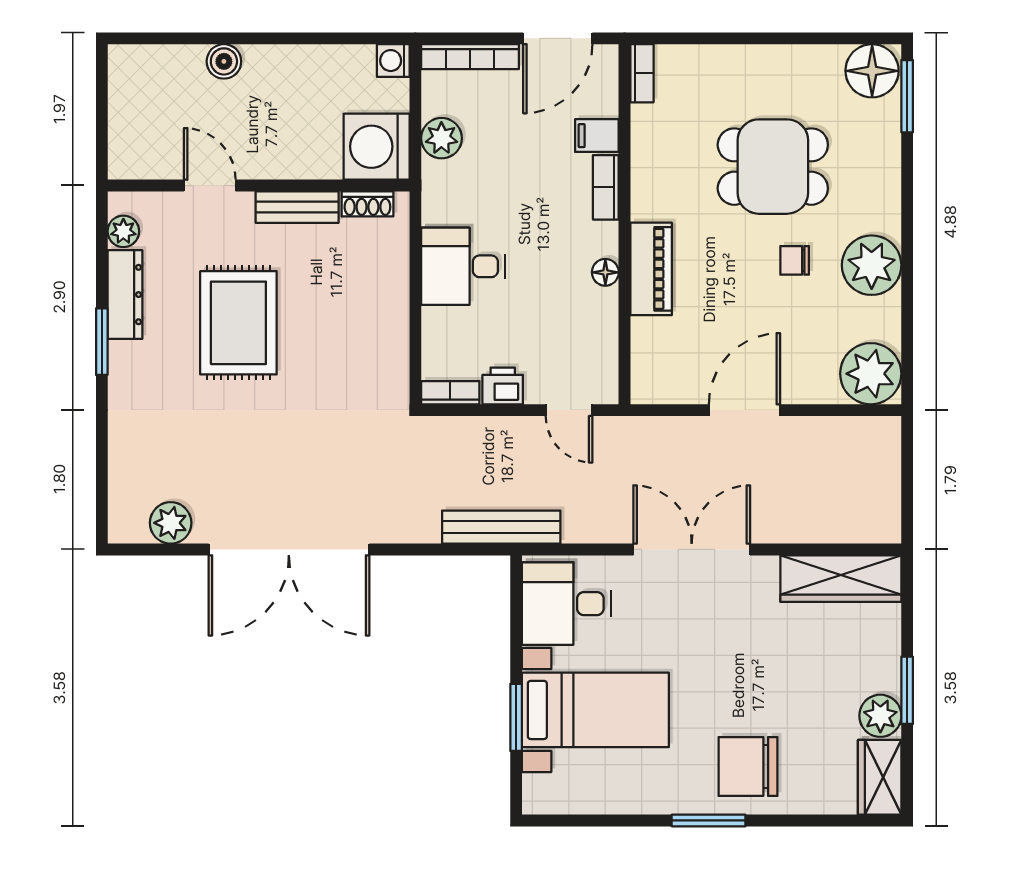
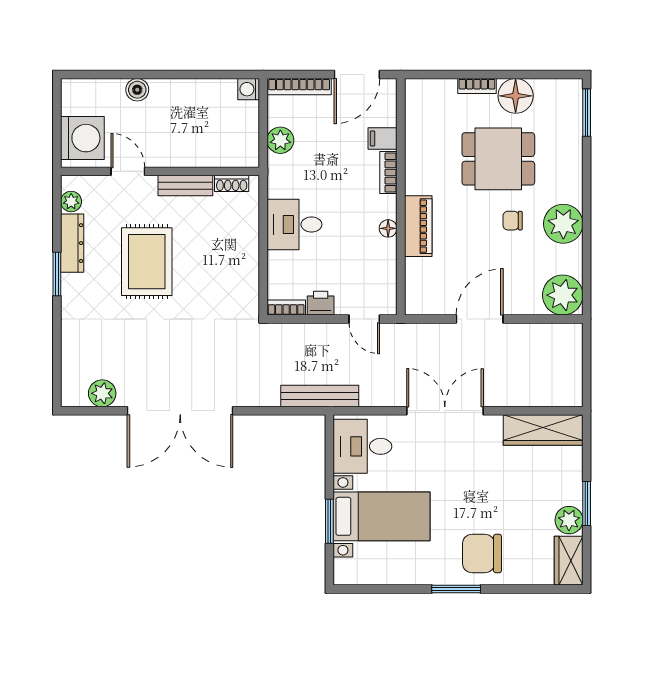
floor lamp: (872, 71) -> (516, 96), moved
bookcase: (642, 73) -> (477, 86), moved, turned 90
washing machine: (377, 147) -> (82, 138), moved, turned 180

